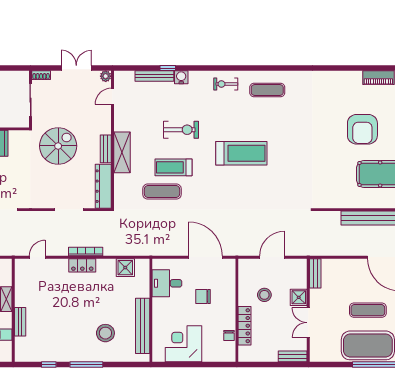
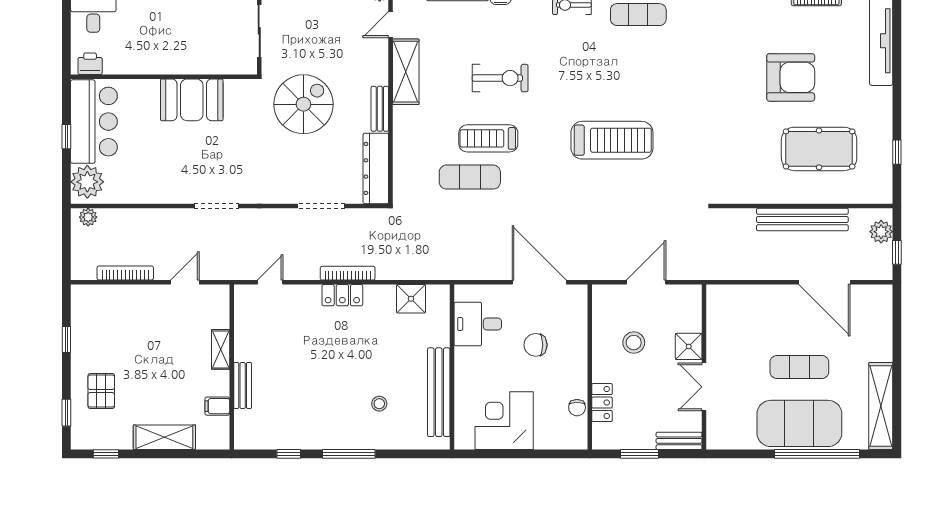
armchair: (362, 129) -> (791, 77), turned -90
shelving: (122, 152) -> (406, 72), moved
treadmill: (241, 153) -> (612, 140), moved
bench: (315, 273) -> (715, 308), removed
locker: (245, 326) -> (602, 403), width x0.66
stool: (105, 333) -> (379, 404), width x0.53, depth x0.53
window: (268, 364) -> (640, 454), added

